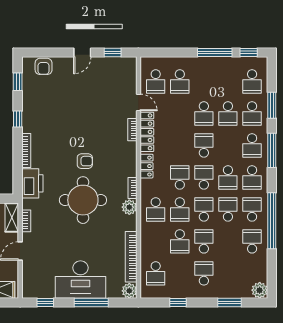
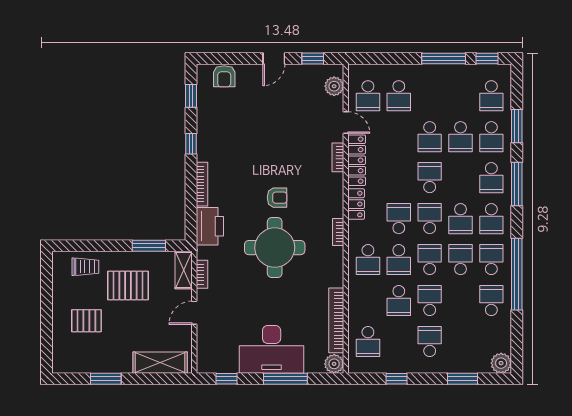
plant: (129, 207) -> (334, 86), moved

